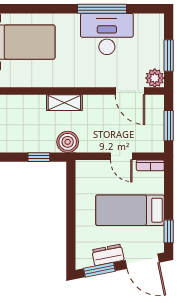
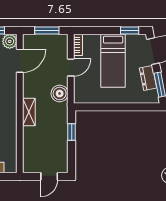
boiler: (68, 142) -> (60, 93), moved

